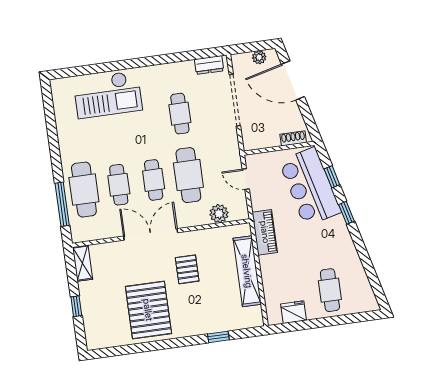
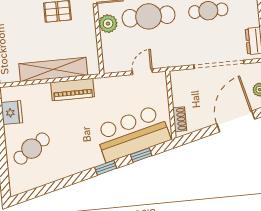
plant: (219, 214) -> (108, 24), moved
piano: (265, 232) -> (73, 90), moved
cafe table: (330, 290) -> (32, 149), turned -34

